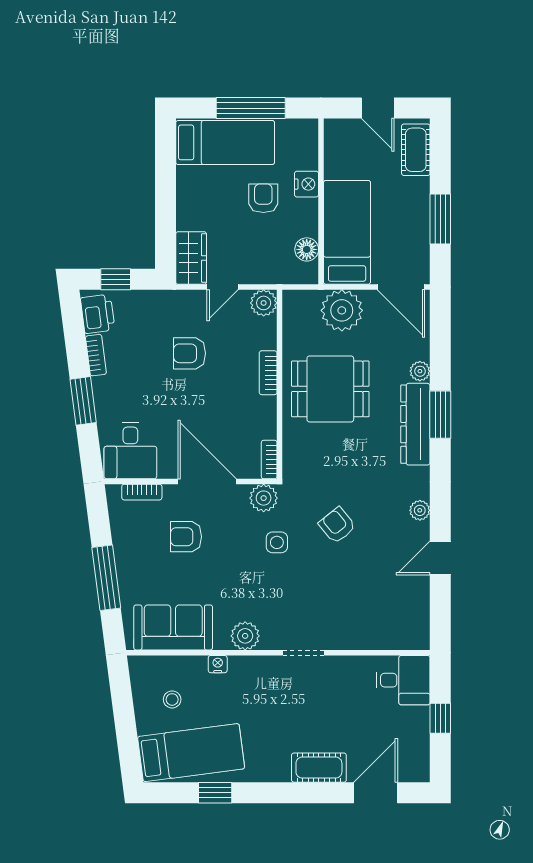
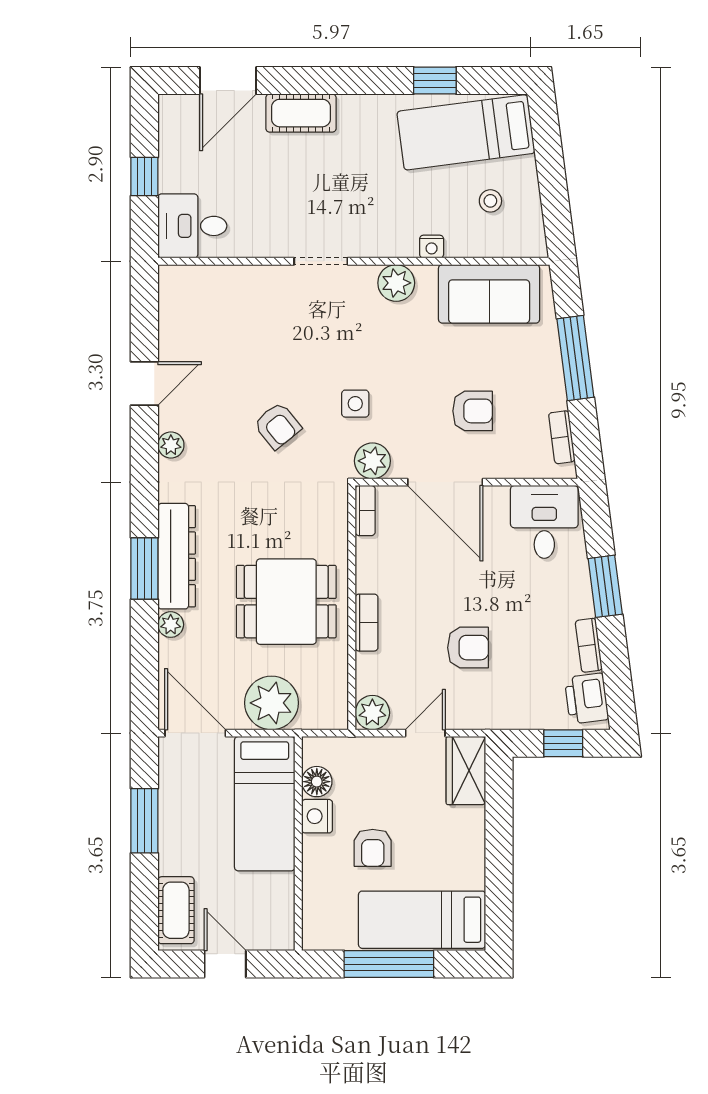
nightstand: (306, 184) -> (317, 816), moved
bookcase: (142, 492) -> (562, 437), moved, turned -97

